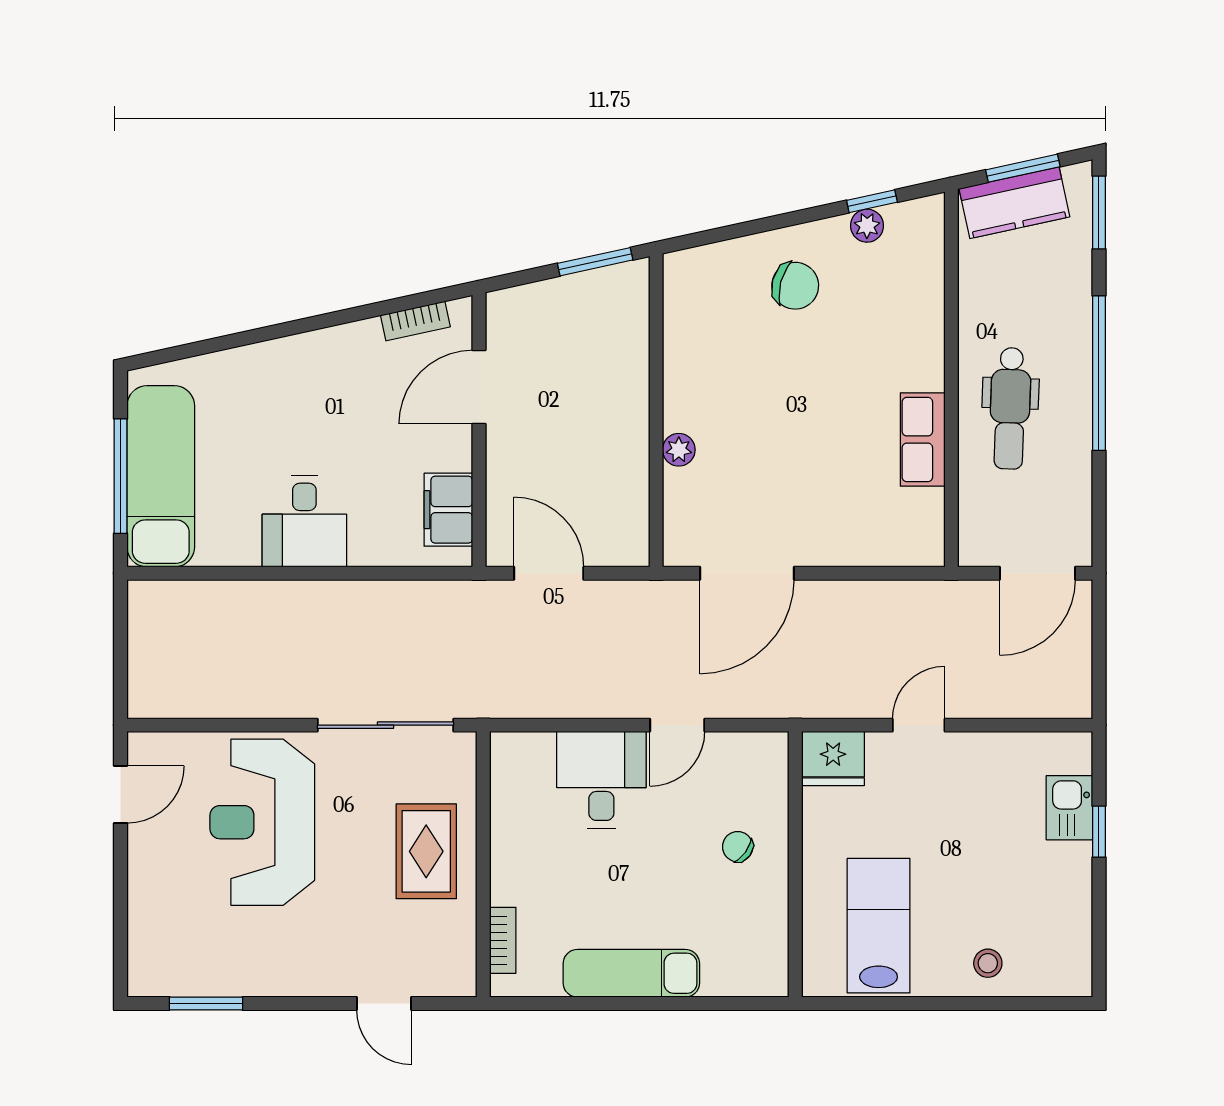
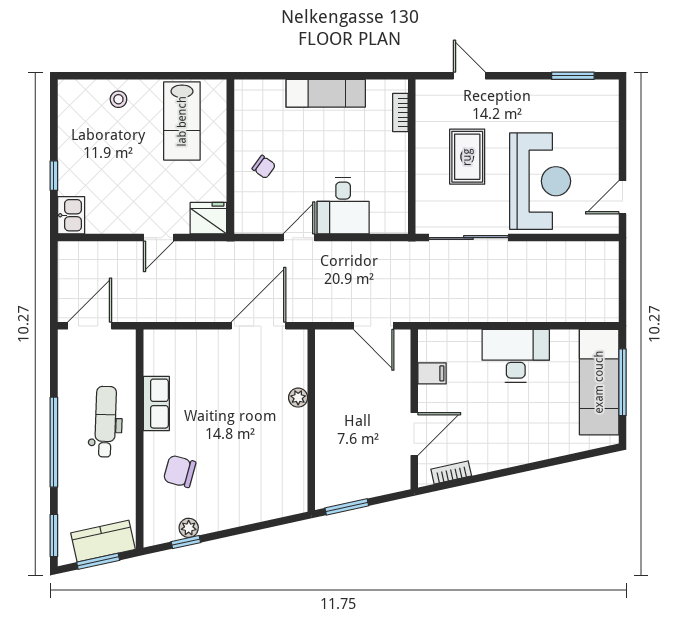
chair: (795, 286) -> (180, 471), moved
filing cabinet: (448, 510) -> (432, 373), width x0.50
desk: (304, 521) -> (516, 356), width x1.37
kitchen sink: (1069, 808) -> (71, 215), moved
rug: (426, 851) -> (467, 157), moved

